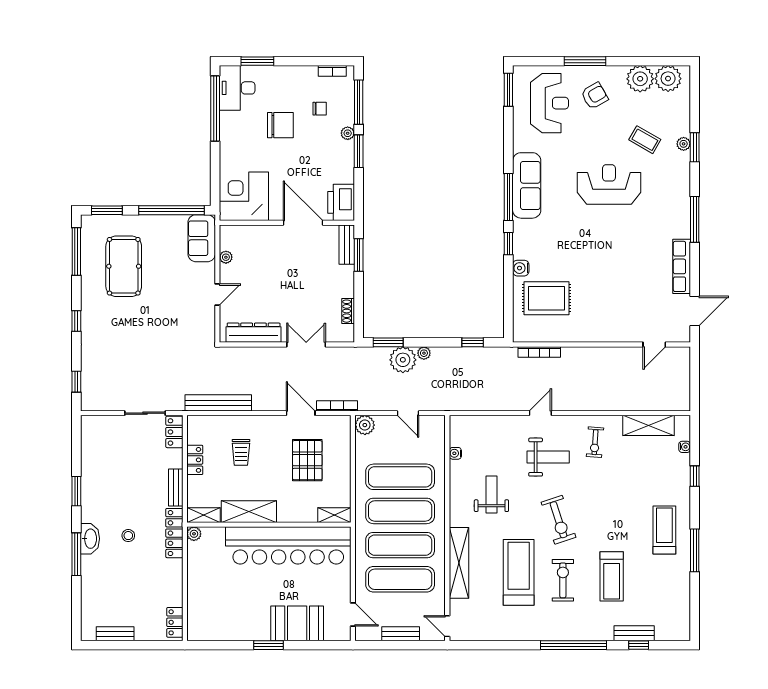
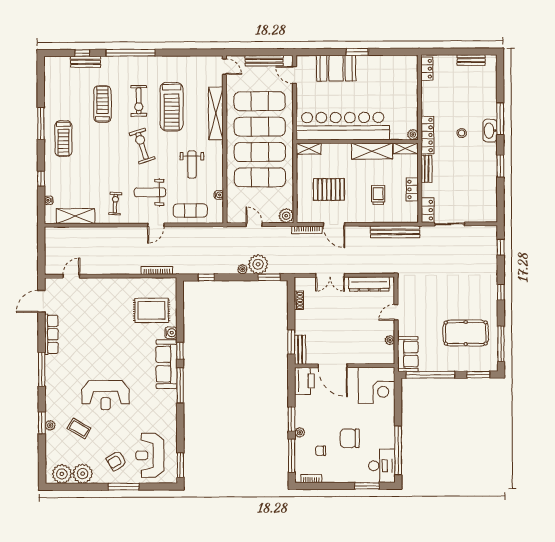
sofa: (527, 185) -> (166, 364), moved
pool table: (124, 266) -> (466, 333), turned 90
exercise mat: (494, 432) -> (190, 211), added
pallet: (307, 460) -> (329, 189), turned 90
bench: (401, 634) -> (264, 61), width x1.36

